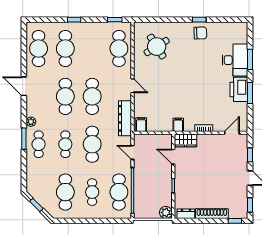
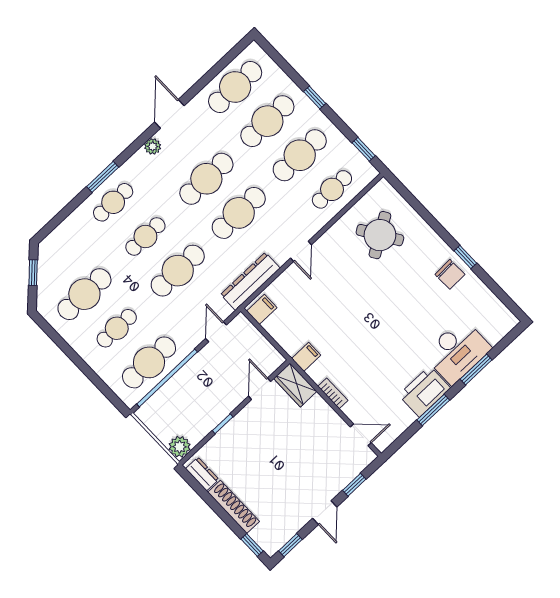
cafe table: (92, 49) -> (300, 155), added
cafe table: (119, 49) -> (332, 189), width x0.73, depth x0.74
plant: (31, 122) -> (153, 146), moved

